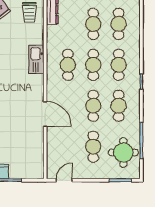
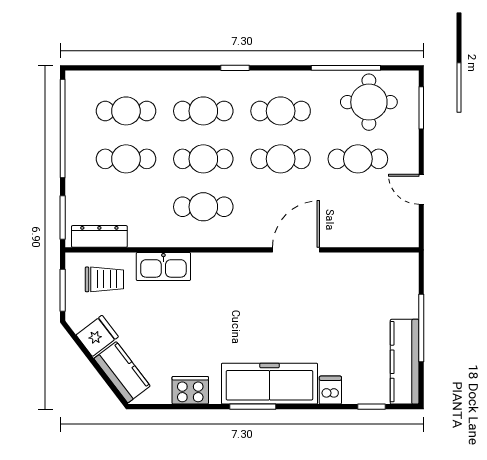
kitchen sink: (36, 60) -> (163, 266), moved
door: (64, 180) -> (421, 189), moved

